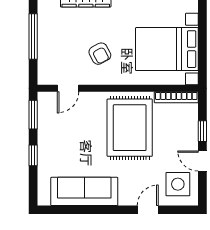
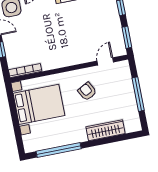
rug: (130, 128) -> (55, 42), removed

